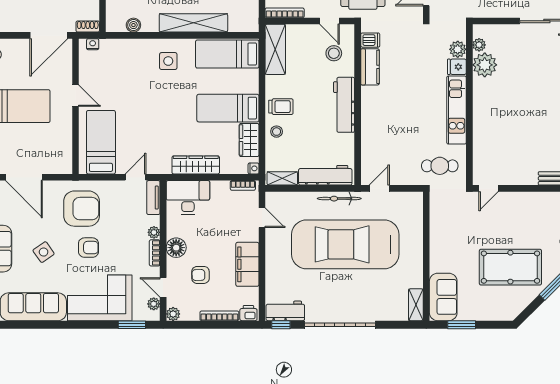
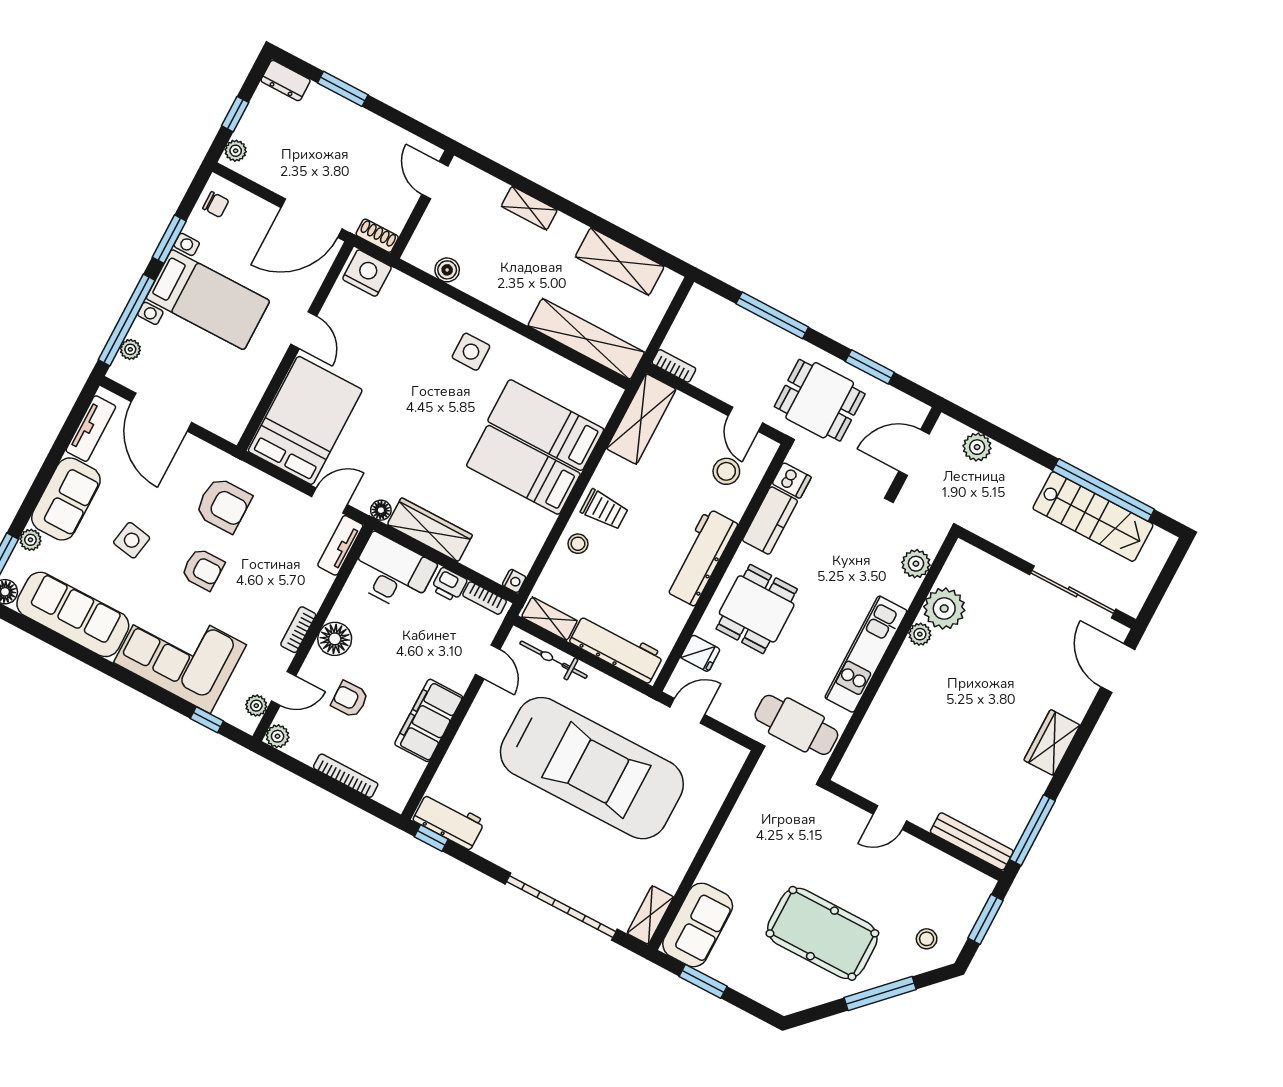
bookcase: (285, 13) -> (674, 366), width x0.64
shelving: (193, 23) -> (586, 339), moved
nightstand: (93, 44) -> (367, 273), width x1.89, depth x1.79
plant: (479, 45) -> (920, 634), moved
bed: (227, 54) -> (546, 425), moved
fridge: (457, 67) -> (700, 653), moved, turned 180
dining table: (387, 116) -> (757, 609), added
wardrobe: (249, 140) -> (530, 535), removed
bed: (101, 142) -> (305, 420), width x1.50
cafe table: (440, 166) -> (796, 725), width x1.37, depth x1.35
floor lamp: (165, 168) -> (381, 510), added
door: (488, 188) -> (890, 818), moved
bicycle: (339, 199) -> (553, 660), moved
armchair: (82, 209) -> (223, 505), width x0.73, depth x0.73
plant: (154, 232) -> (313, 598), removed
car: (345, 244) -> (592, 768), turned 180
side table: (44, 252) -> (132, 540), turned 45
door: (163, 287) -> (284, 688), swing flipped
printer: (248, 313) -> (449, 585), moved, turned 180
window: (132, 325) -> (207, 720), width x0.67
garage door: (340, 325) -> (561, 907), moved

